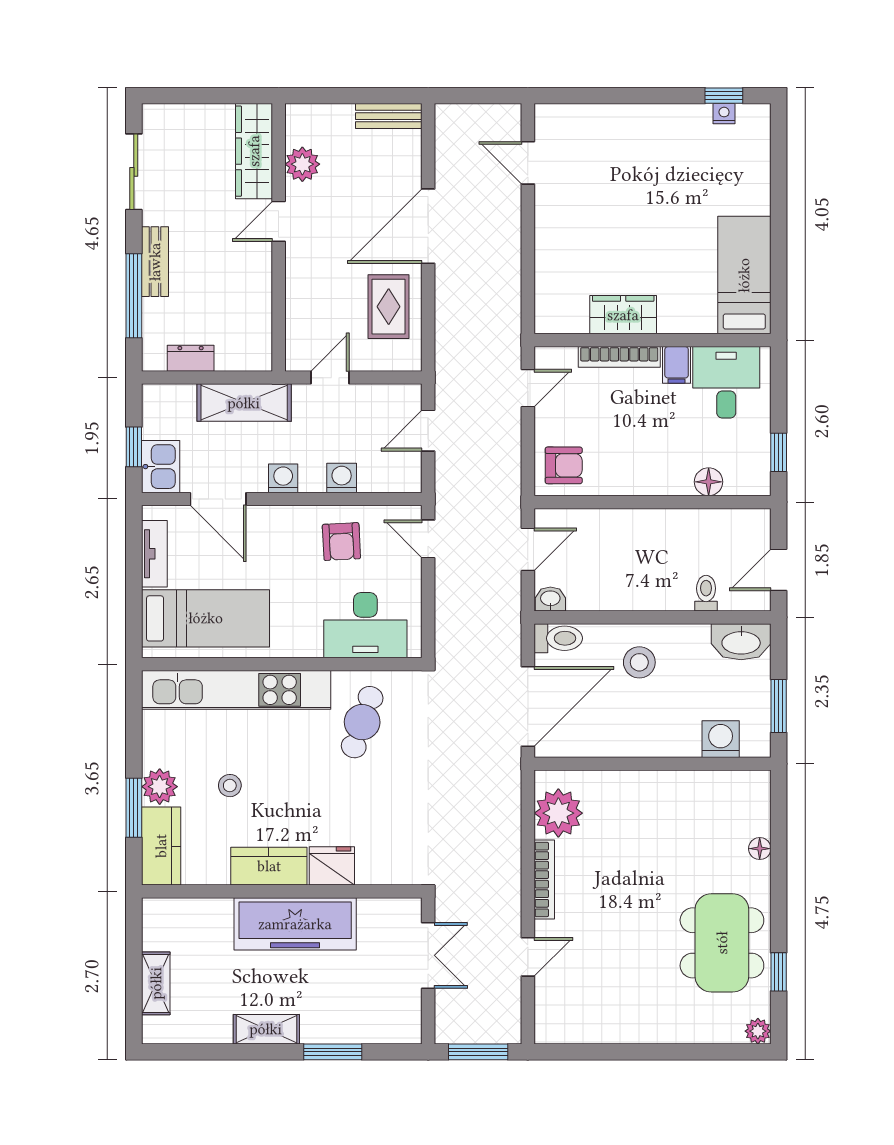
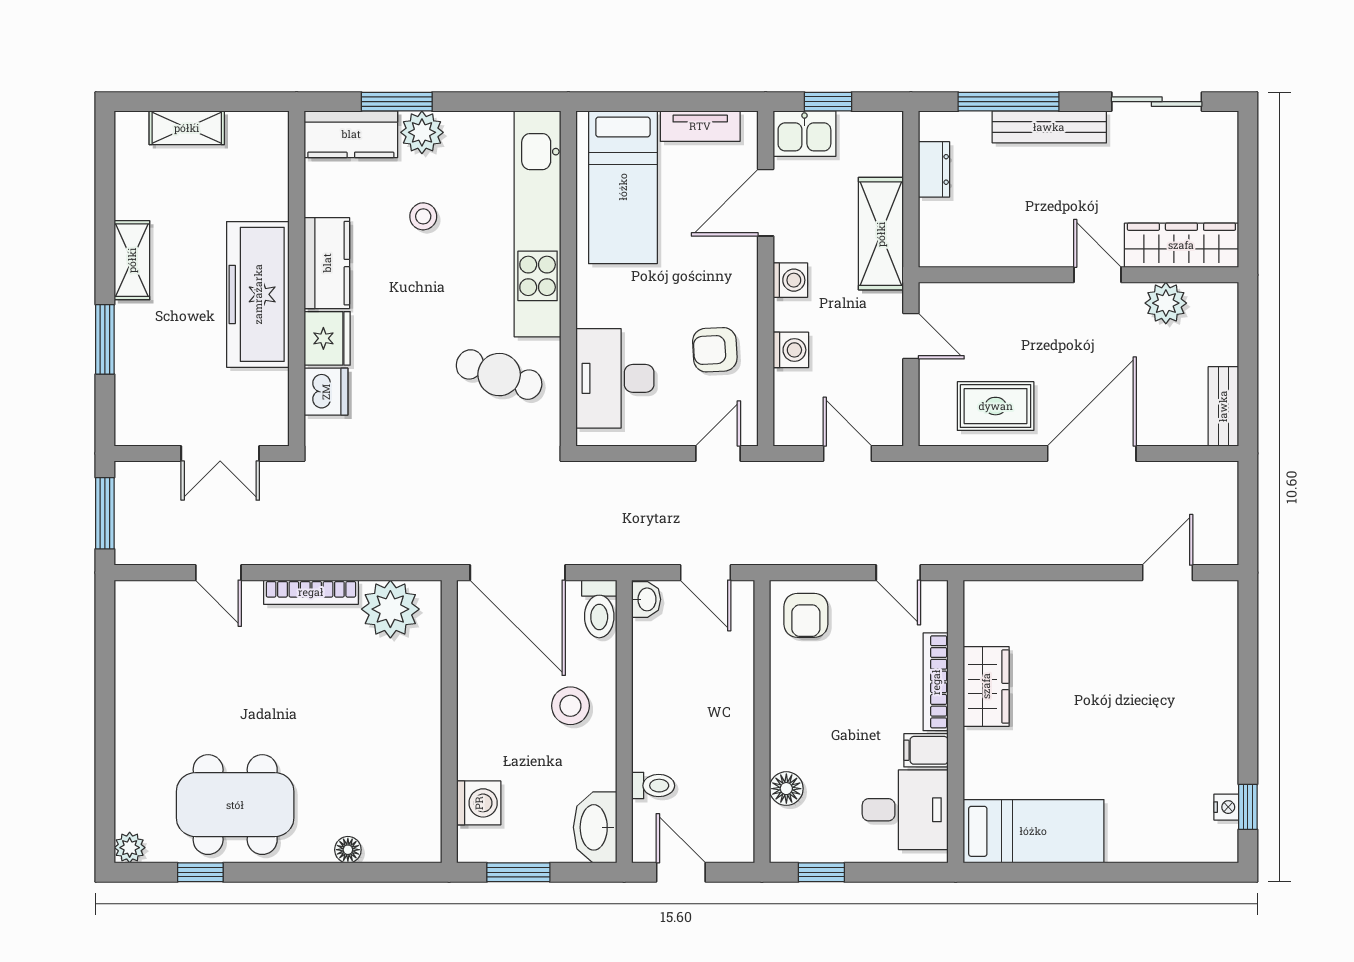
door: (428, 226) -> (1092, 453), hinge flipped
bench: (155, 262) -> (1049, 127), width x1.36
dishwasher: (376, 867) -> (326, 392), added

